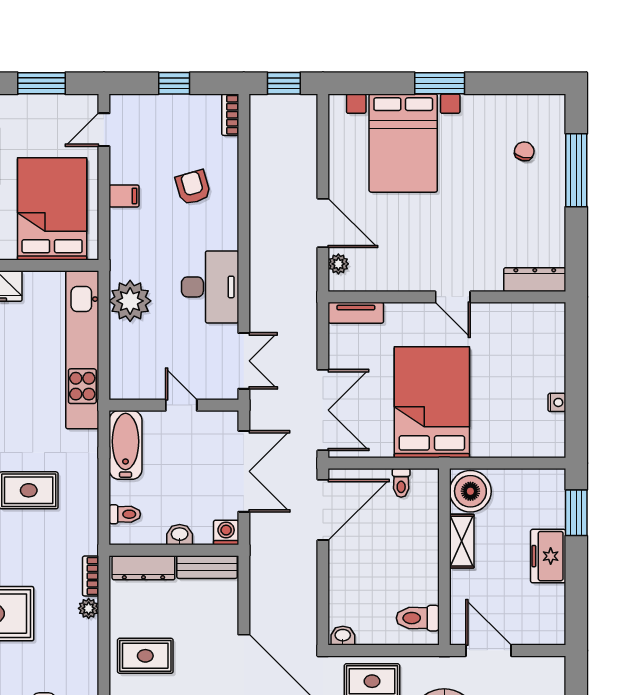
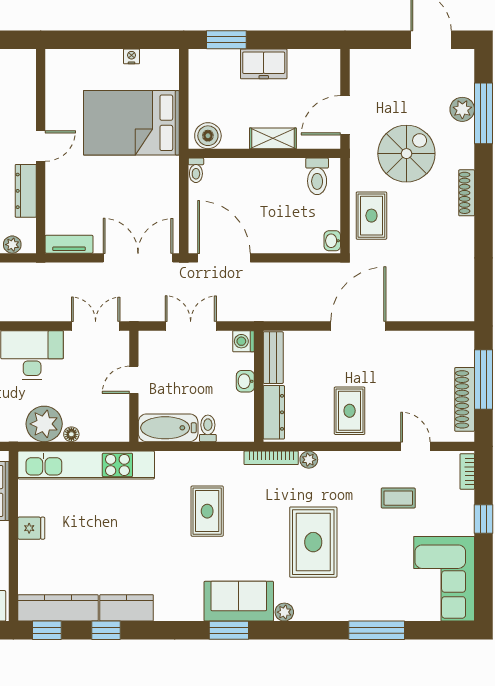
dresser: (535, 280) -> (26, 191), moved
tv unit: (356, 313) -> (69, 244), moved, turned -90
floor lamp: (118, 333) -> (71, 434), added
bed: (432, 402) -> (131, 123), moved
double door: (244, 471) -> (191, 326), width x0.73
toilet: (401, 483) -> (196, 170), moved, turned 90
boiler: (470, 491) -> (208, 136), width x0.73, depth x0.73
toilet: (125, 514) -> (208, 428), moved
shelving: (462, 541) -> (273, 138), moved
bookcase: (91, 576) -> (271, 458), width x1.56

